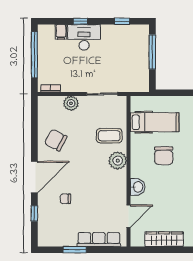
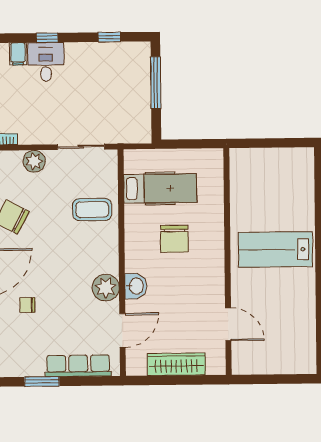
desk: (84, 37) -> (46, 62), width x0.73
plant: (118, 161) -> (106, 288), moved

